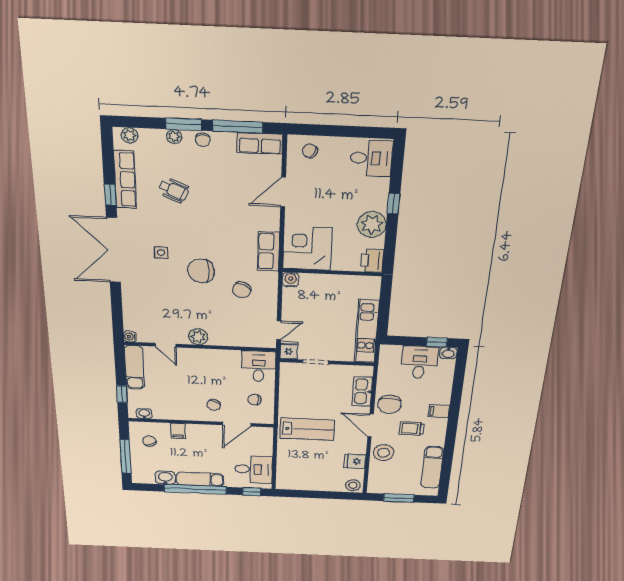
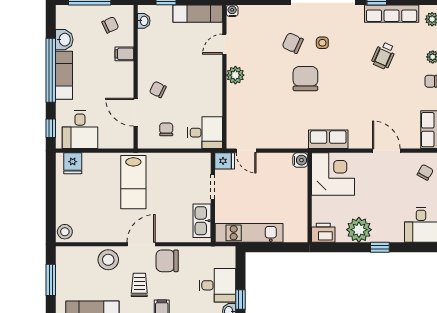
chair: (242, 290) -> (293, 43), moved
kitchen sink: (362, 391) -> (202, 221), moved, turned -90
fridge: (355, 461) -> (73, 163), moved, turned 180

